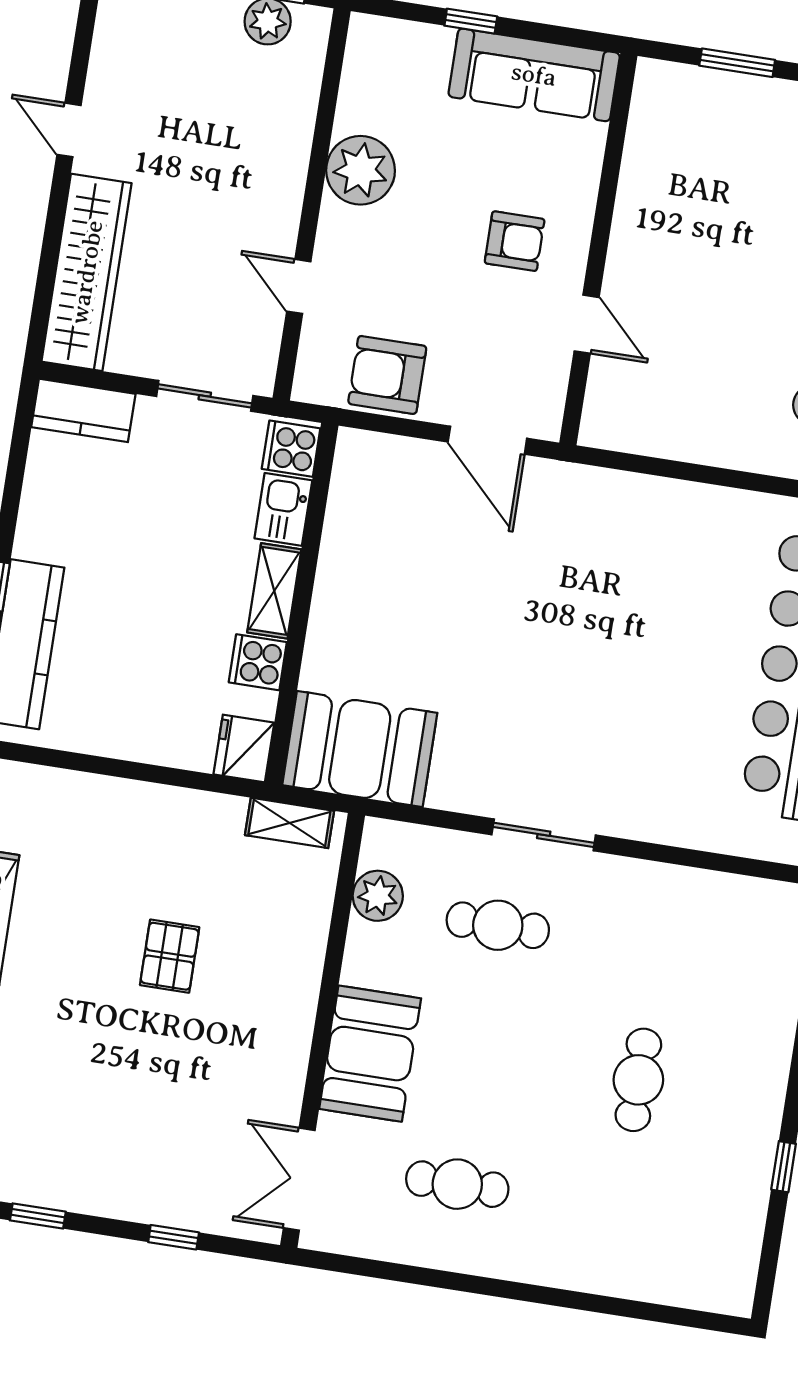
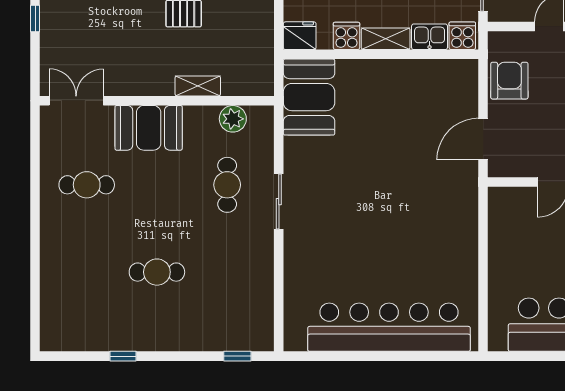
shelving: (289, 823) -> (198, 86), moved, turned 90
cafe table: (457, 1184) -> (87, 185), turned 90
window: (174, 1237) -> (35, 18), moved

